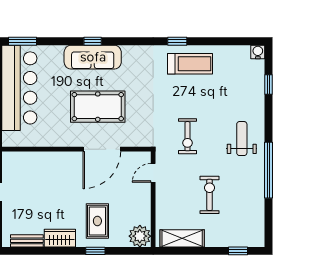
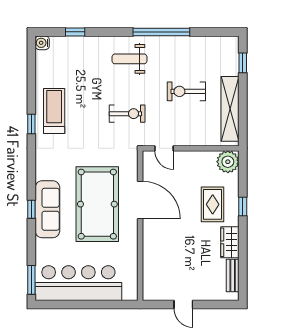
pool table: (98, 107) -> (97, 204), width x1.36, depth x1.32
rug: (97, 221) -> (213, 204), turned 90
shelving: (182, 238) -> (230, 109), width x1.47

